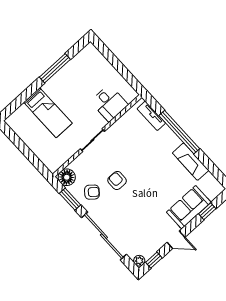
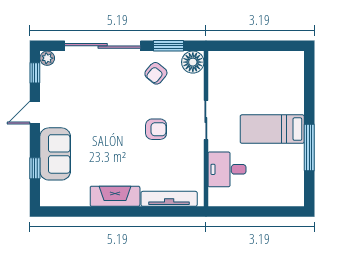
bed: (48, 113) -> (272, 129), moved
tv unit: (151, 116) -> (169, 199), width x1.41
window: (179, 132) -> (137, 211), removed
fireplace: (191, 162) -> (115, 196), moved
armchair: (117, 180) -> (156, 129), moved

